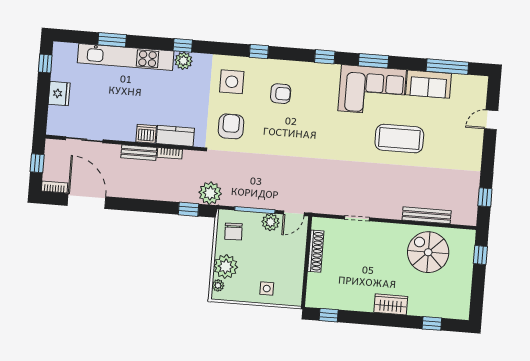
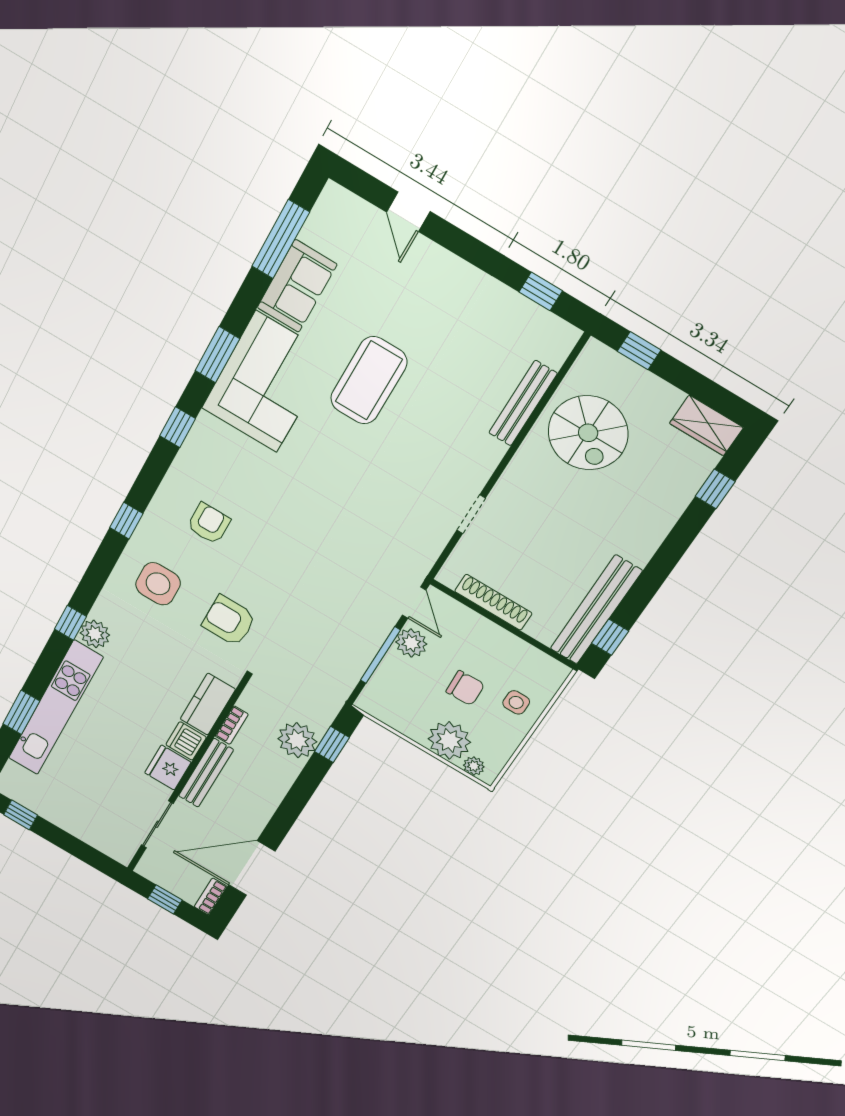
fridge: (59, 94) -> (168, 768), moved, turned -90
bench: (139, 153) -> (206, 773), width x1.36
plant: (210, 193) -> (297, 740), moved
chair: (233, 232) -> (465, 688), moved
spiral stairs: (428, 252) -> (588, 433), turned -90
bench: (339, 301) -> (596, 610), added
wardrobe: (391, 304) -> (706, 425), moved, turned -90

